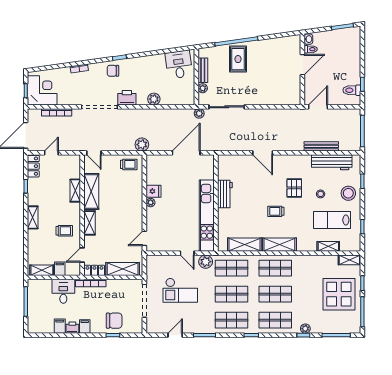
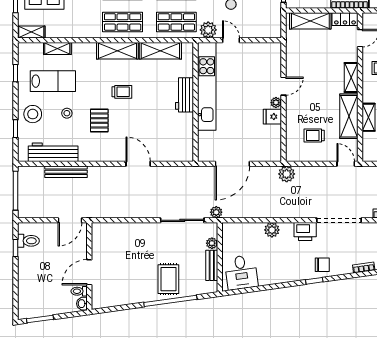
trolley: (129, 164) -> (314, 136), moved
workbench: (225, 194) -> (185, 95), moved
door: (144, 238) -> (283, 86), moved

